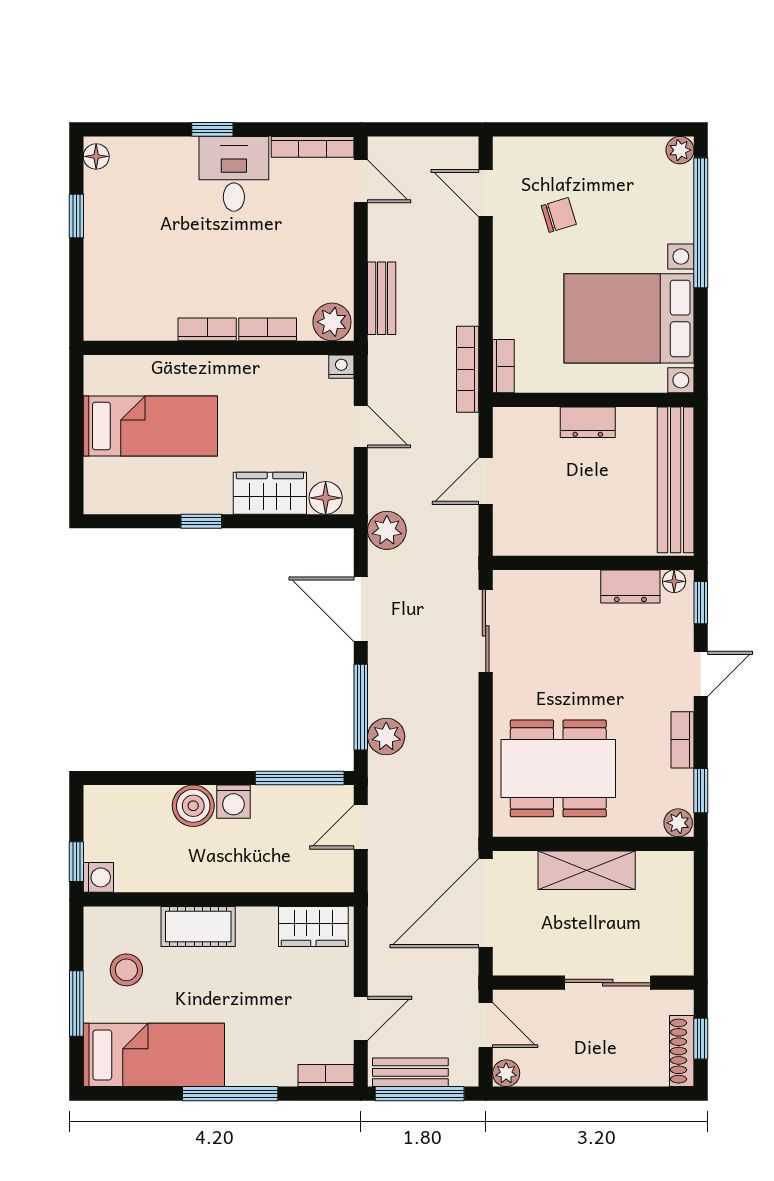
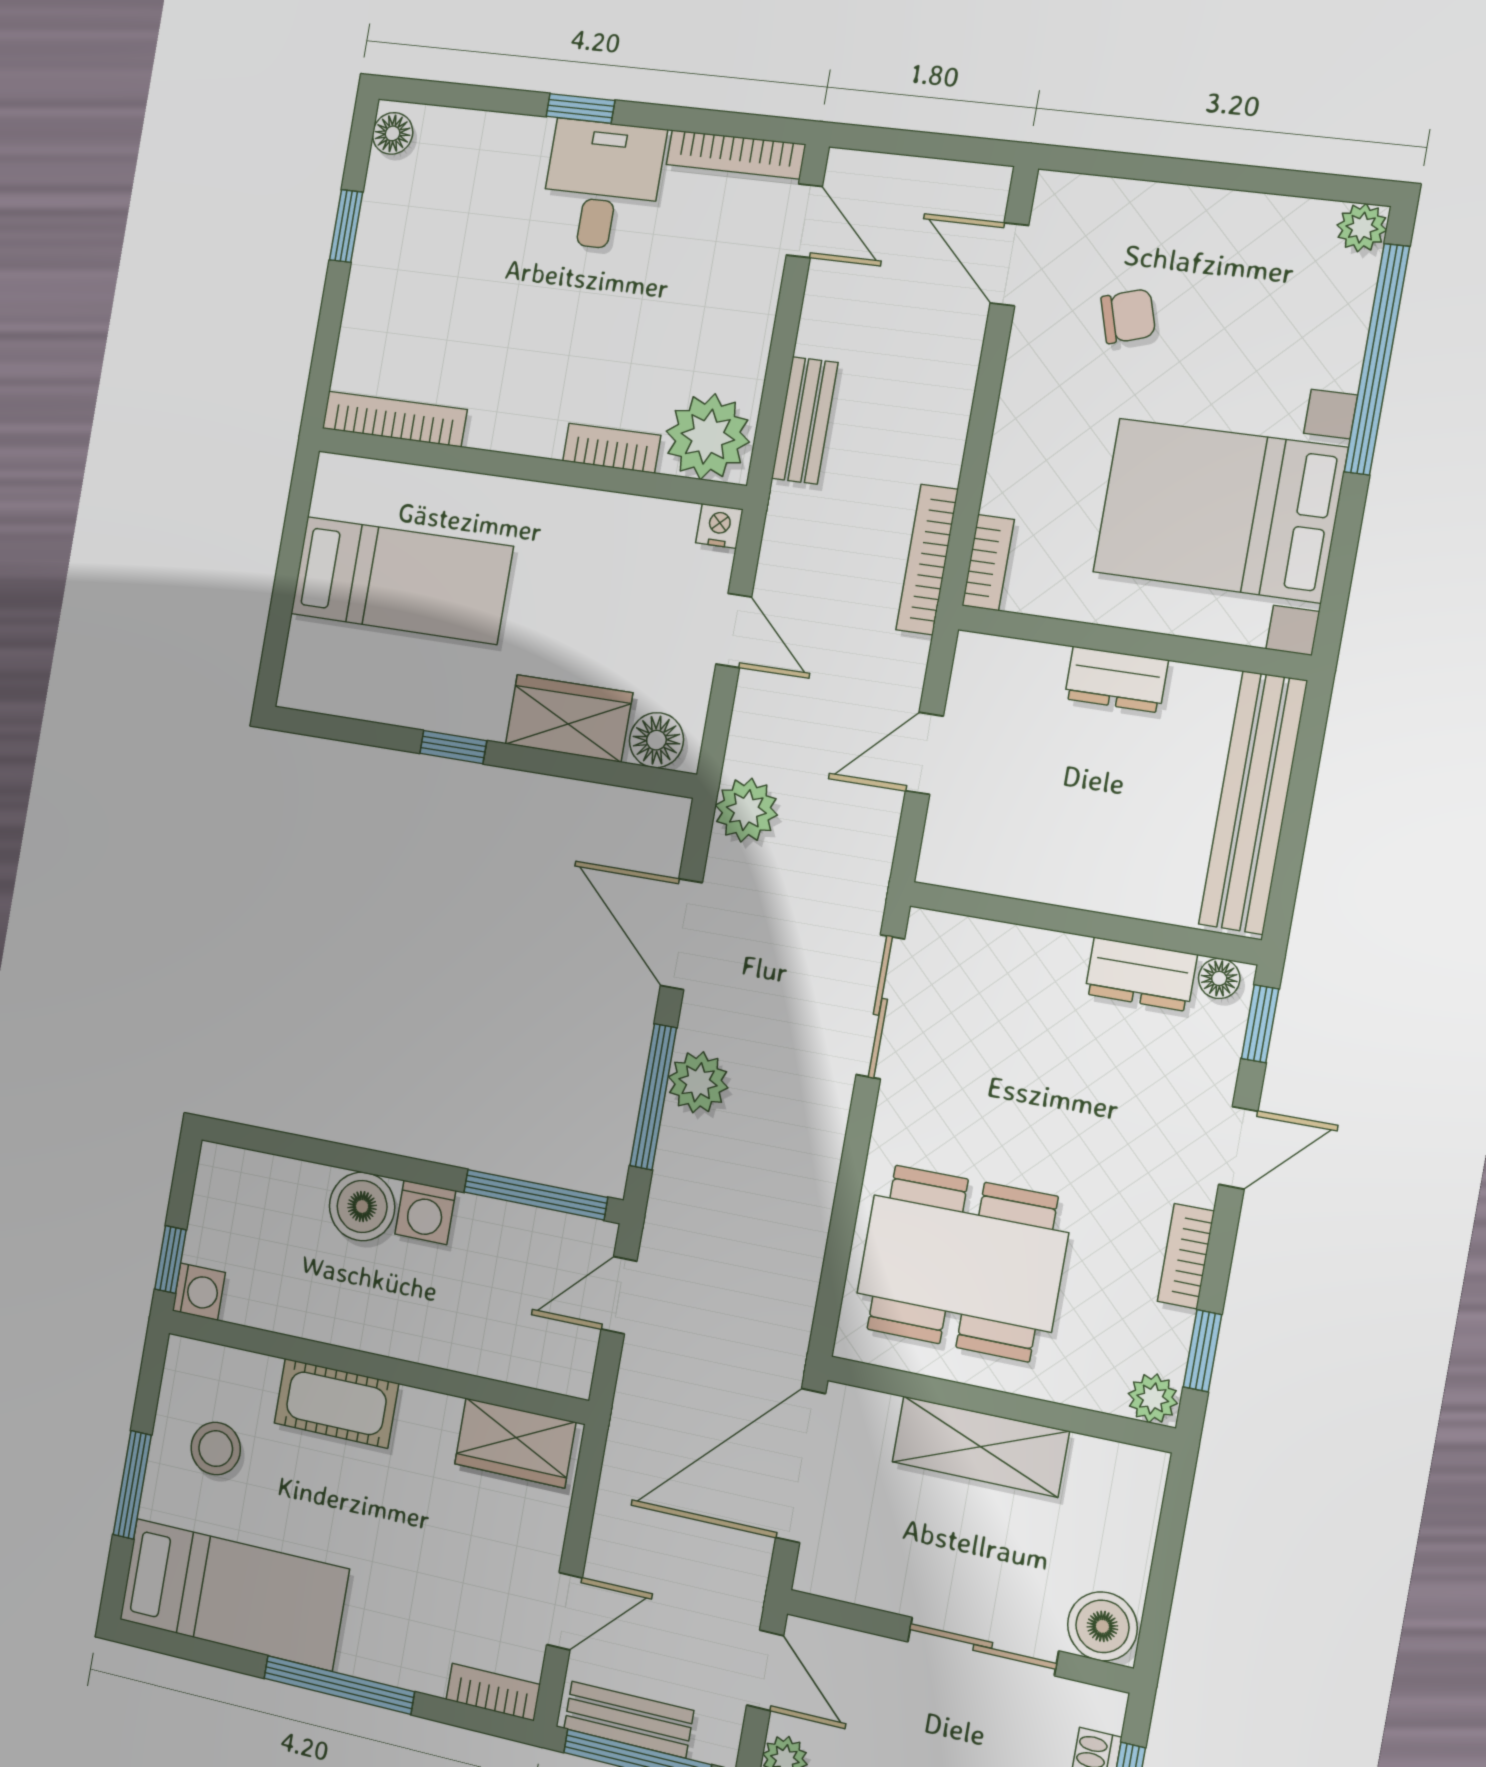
plant: (332, 322) -> (708, 437), width x1.36, depth x1.36
bookcase: (207, 329) -> (394, 419), moved, width x1.56
plant: (386, 737) -> (698, 1082), moved
boiler: (672, 956) -> (1102, 1626), added

